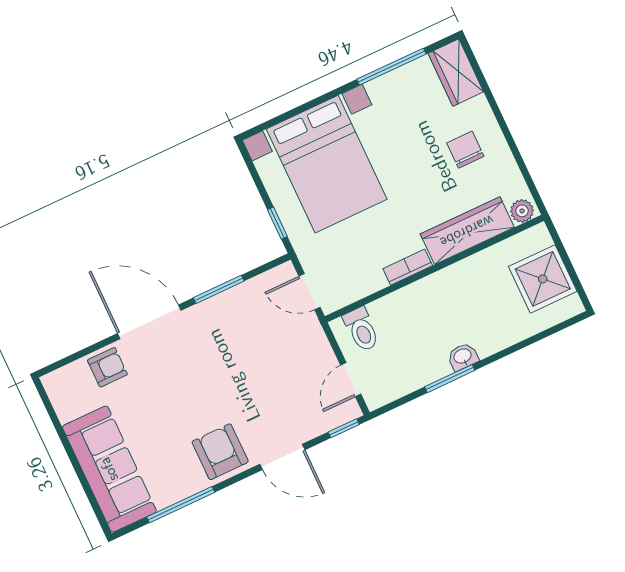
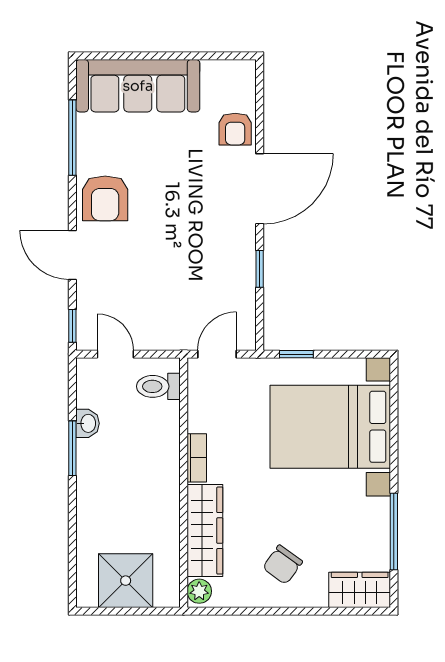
chair: (465, 150) -> (283, 565), turned 126
window: (219, 289) -> (260, 269), width x0.67
washbasin: (463, 357) -> (88, 423), moved
armchair: (220, 452) -> (105, 198), turned 90
door: (282, 457) -> (72, 255), hinge flipped

